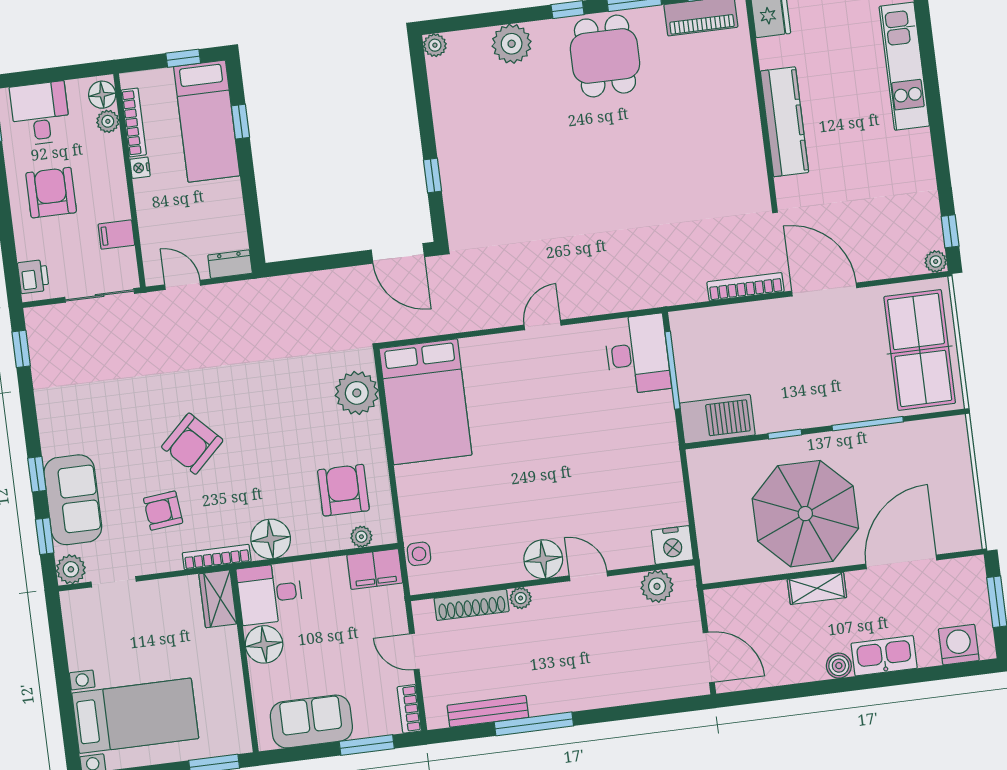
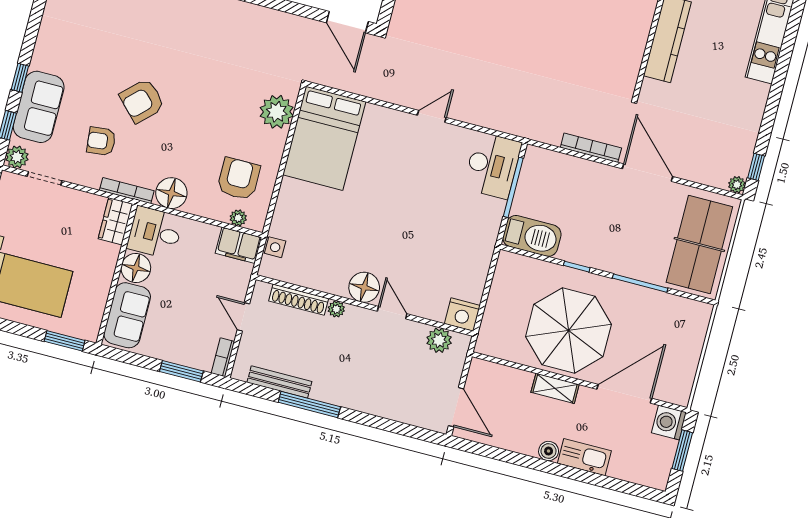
washing machine: (959, 645) -> (669, 422), moved, turned -90
sofa: (311, 721) -> (127, 315), moved, turned 90

